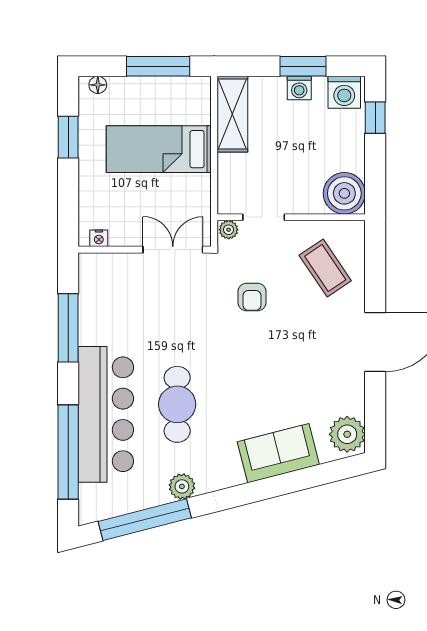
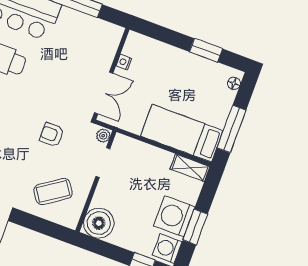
washing machine: (299, 88) -> (174, 216), width x1.89, depth x1.89
shelving: (232, 114) -> (190, 168), width x0.67, depth x0.75
bed: (159, 149) -> (182, 133), moved, turned -90
nightstand: (99, 238) -> (124, 62), moved

